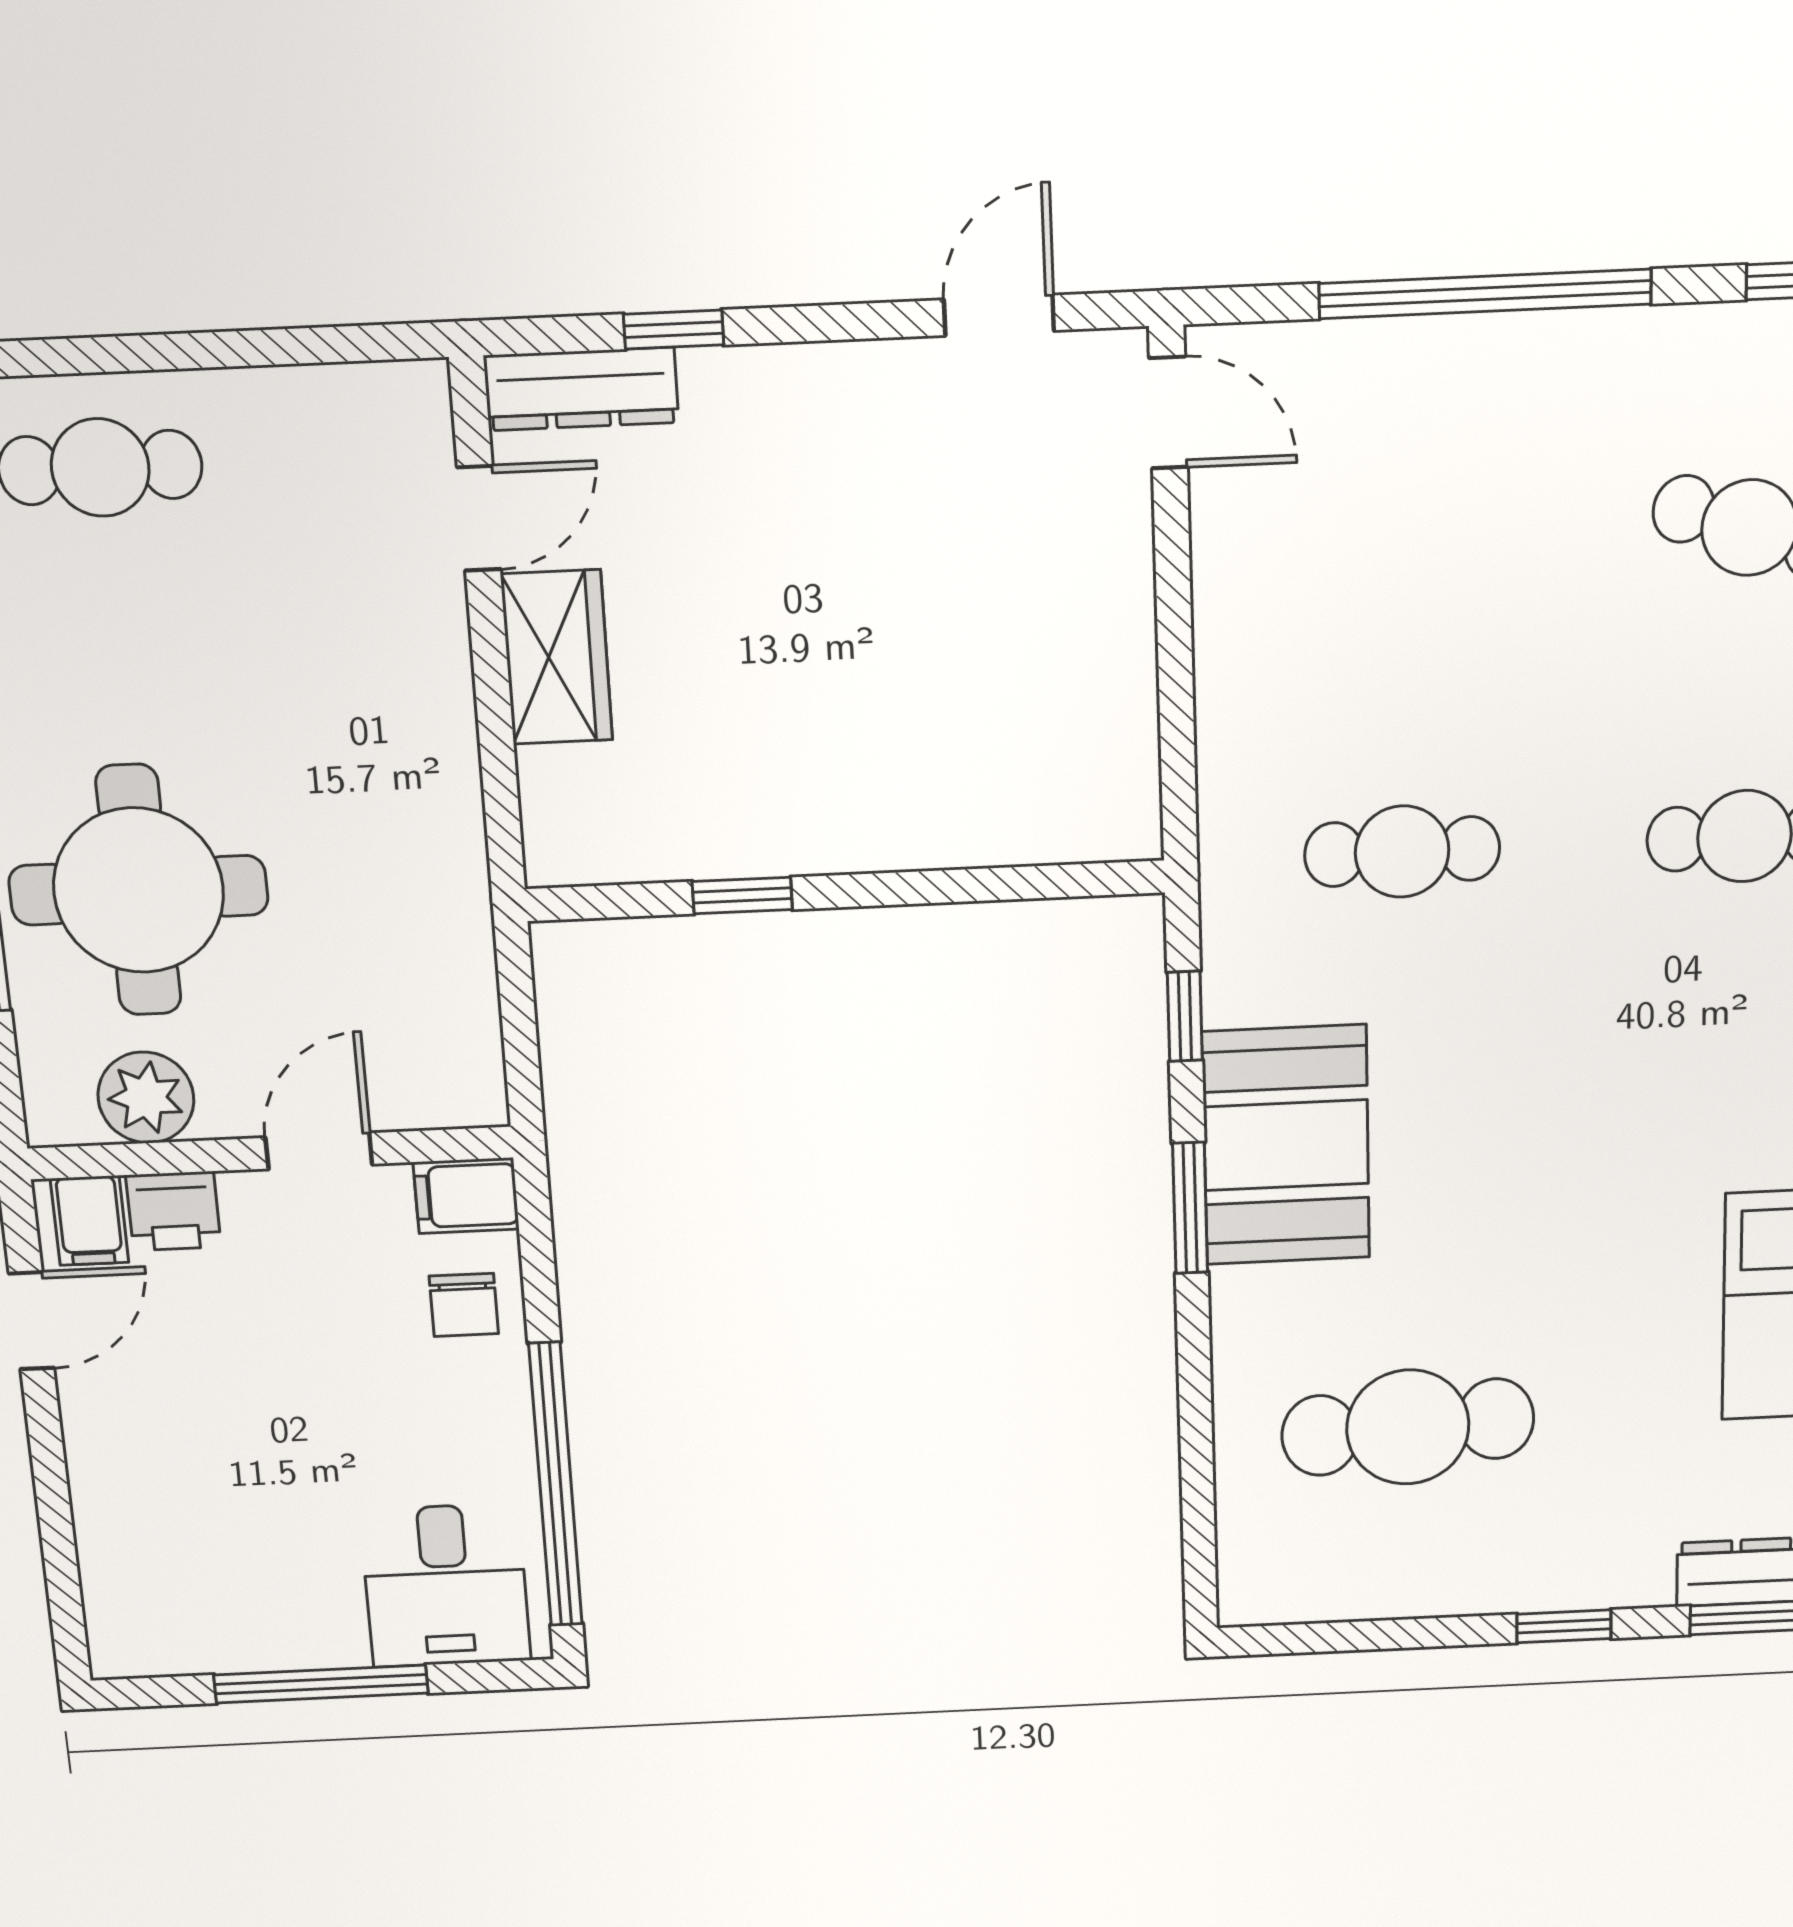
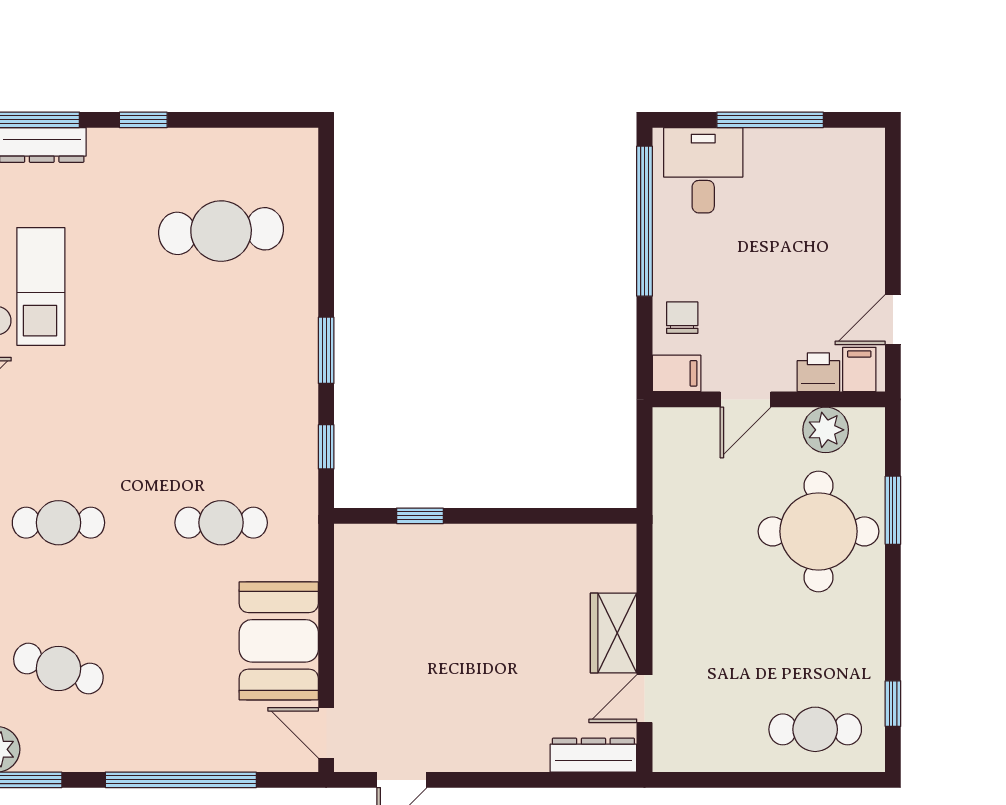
window: (674, 330) -> (550, 780), removed
window: (742, 896) -> (420, 516), moved
booth: (1286, 1145) -> (279, 641), moved

